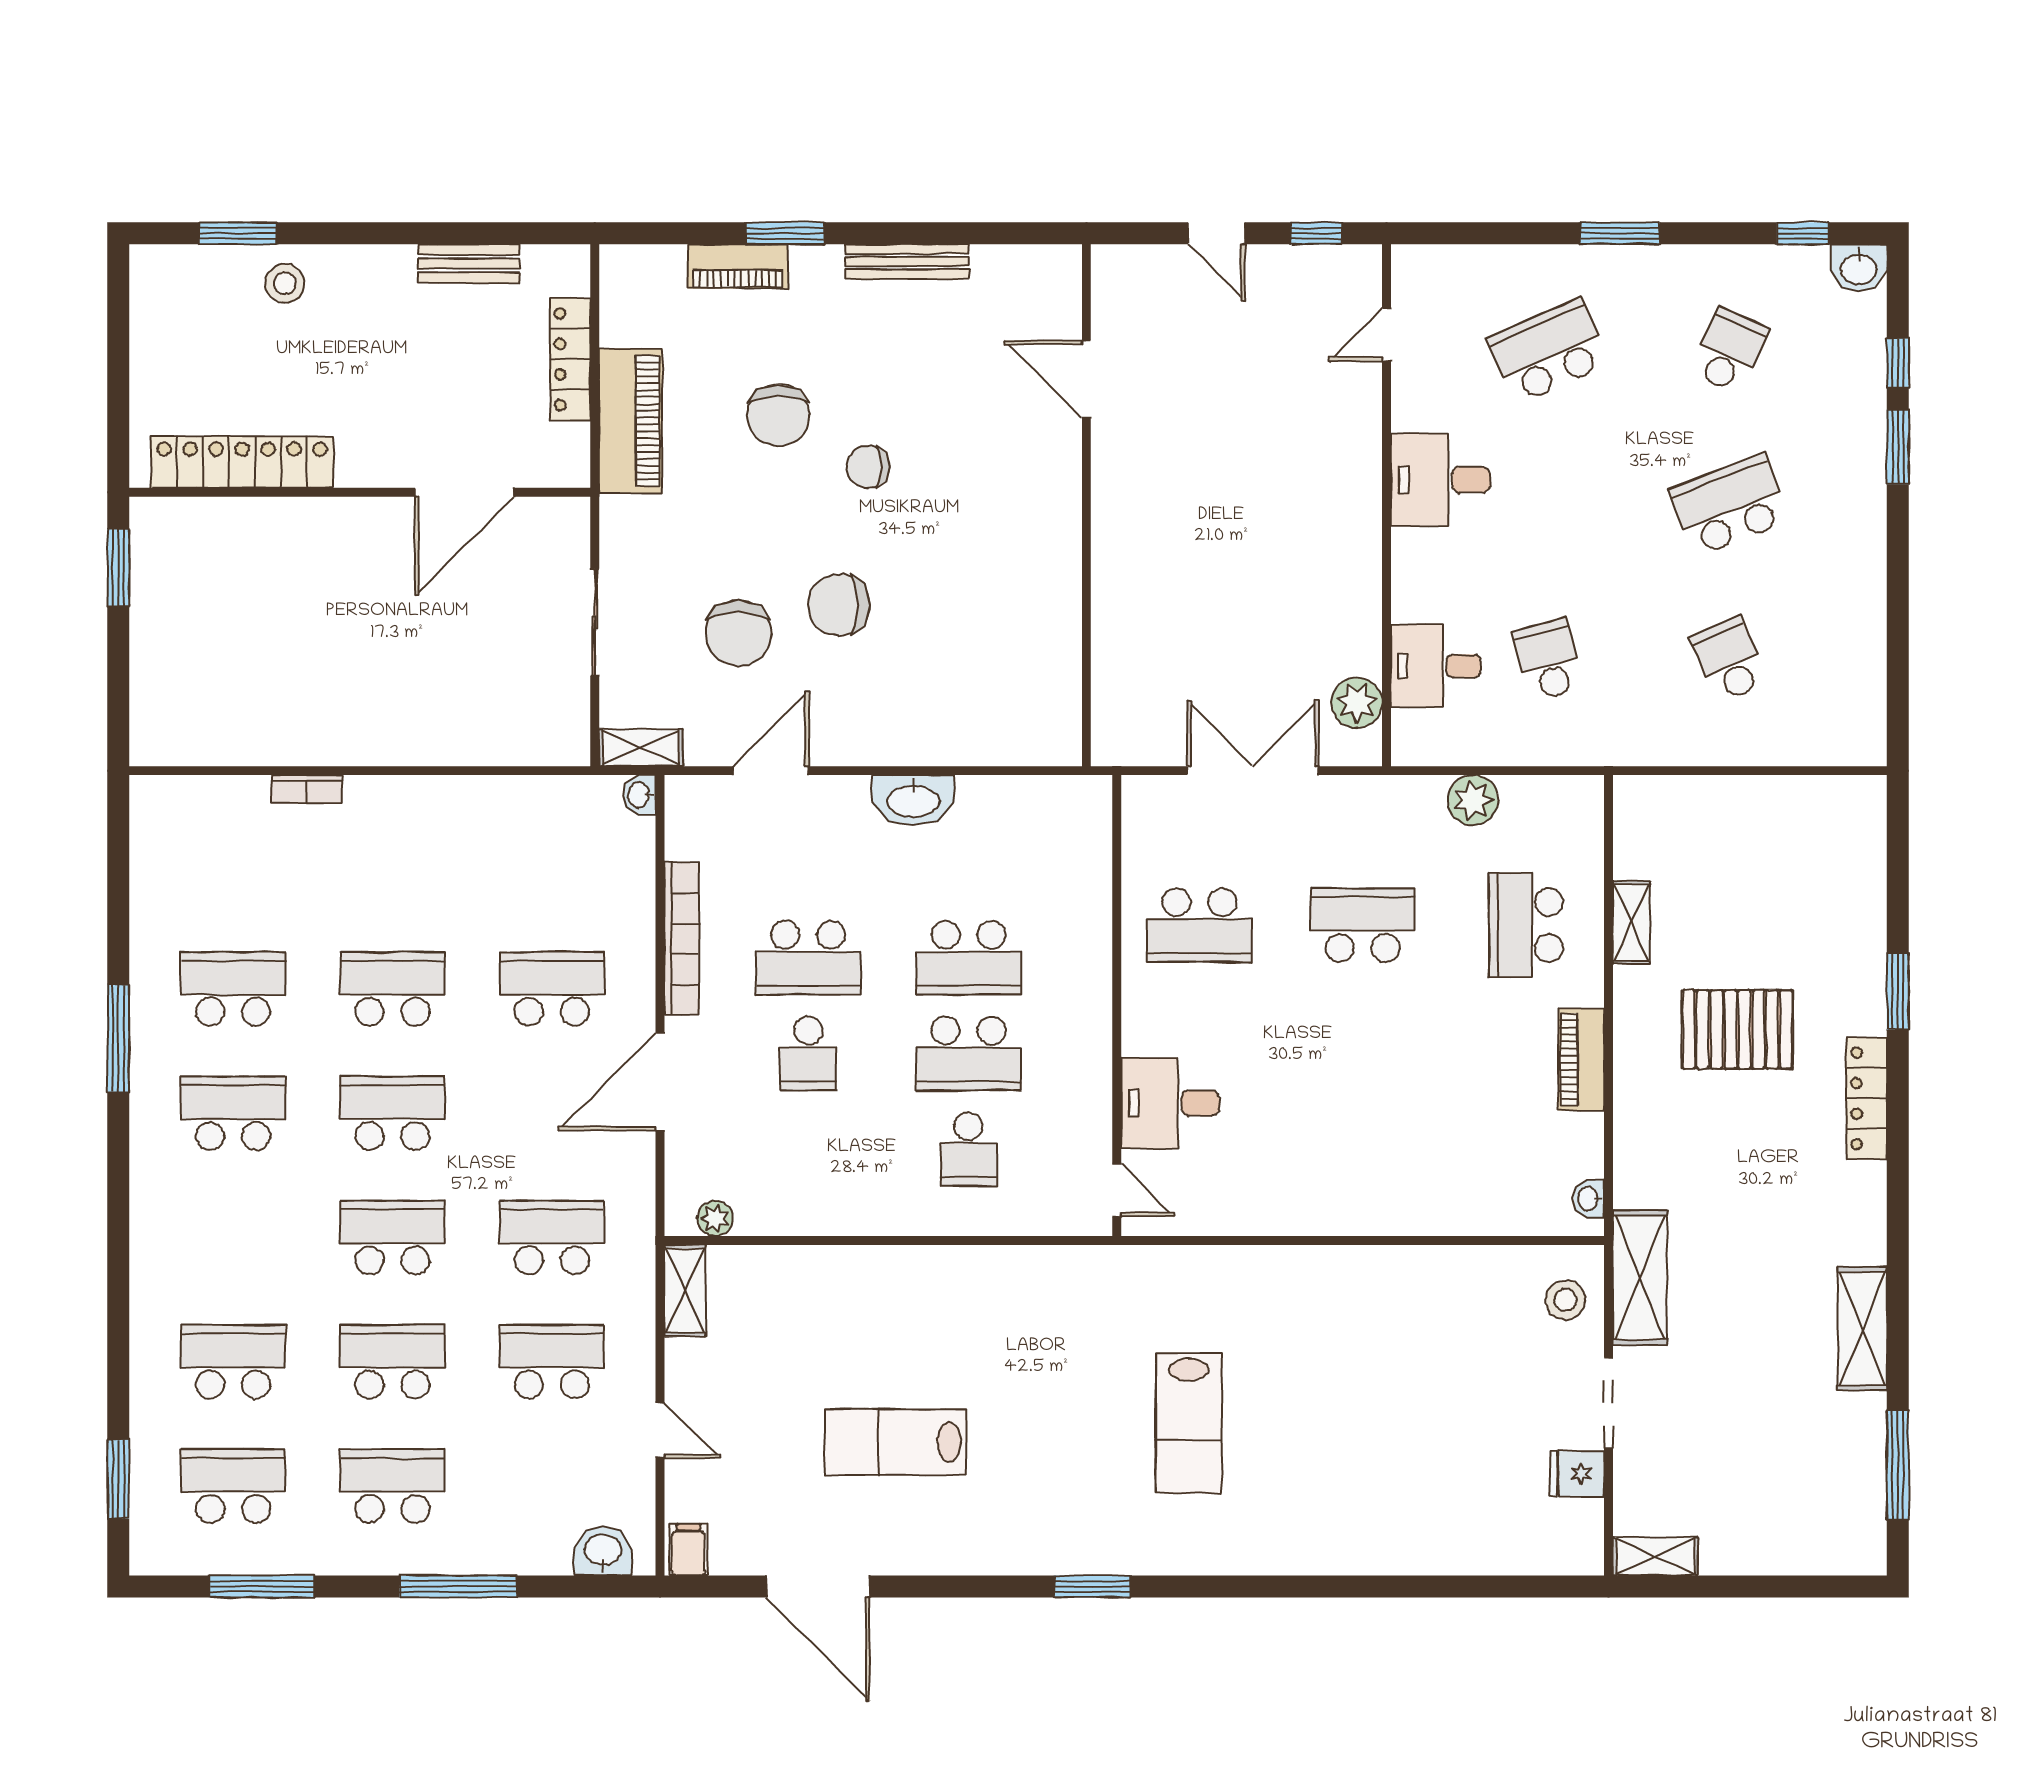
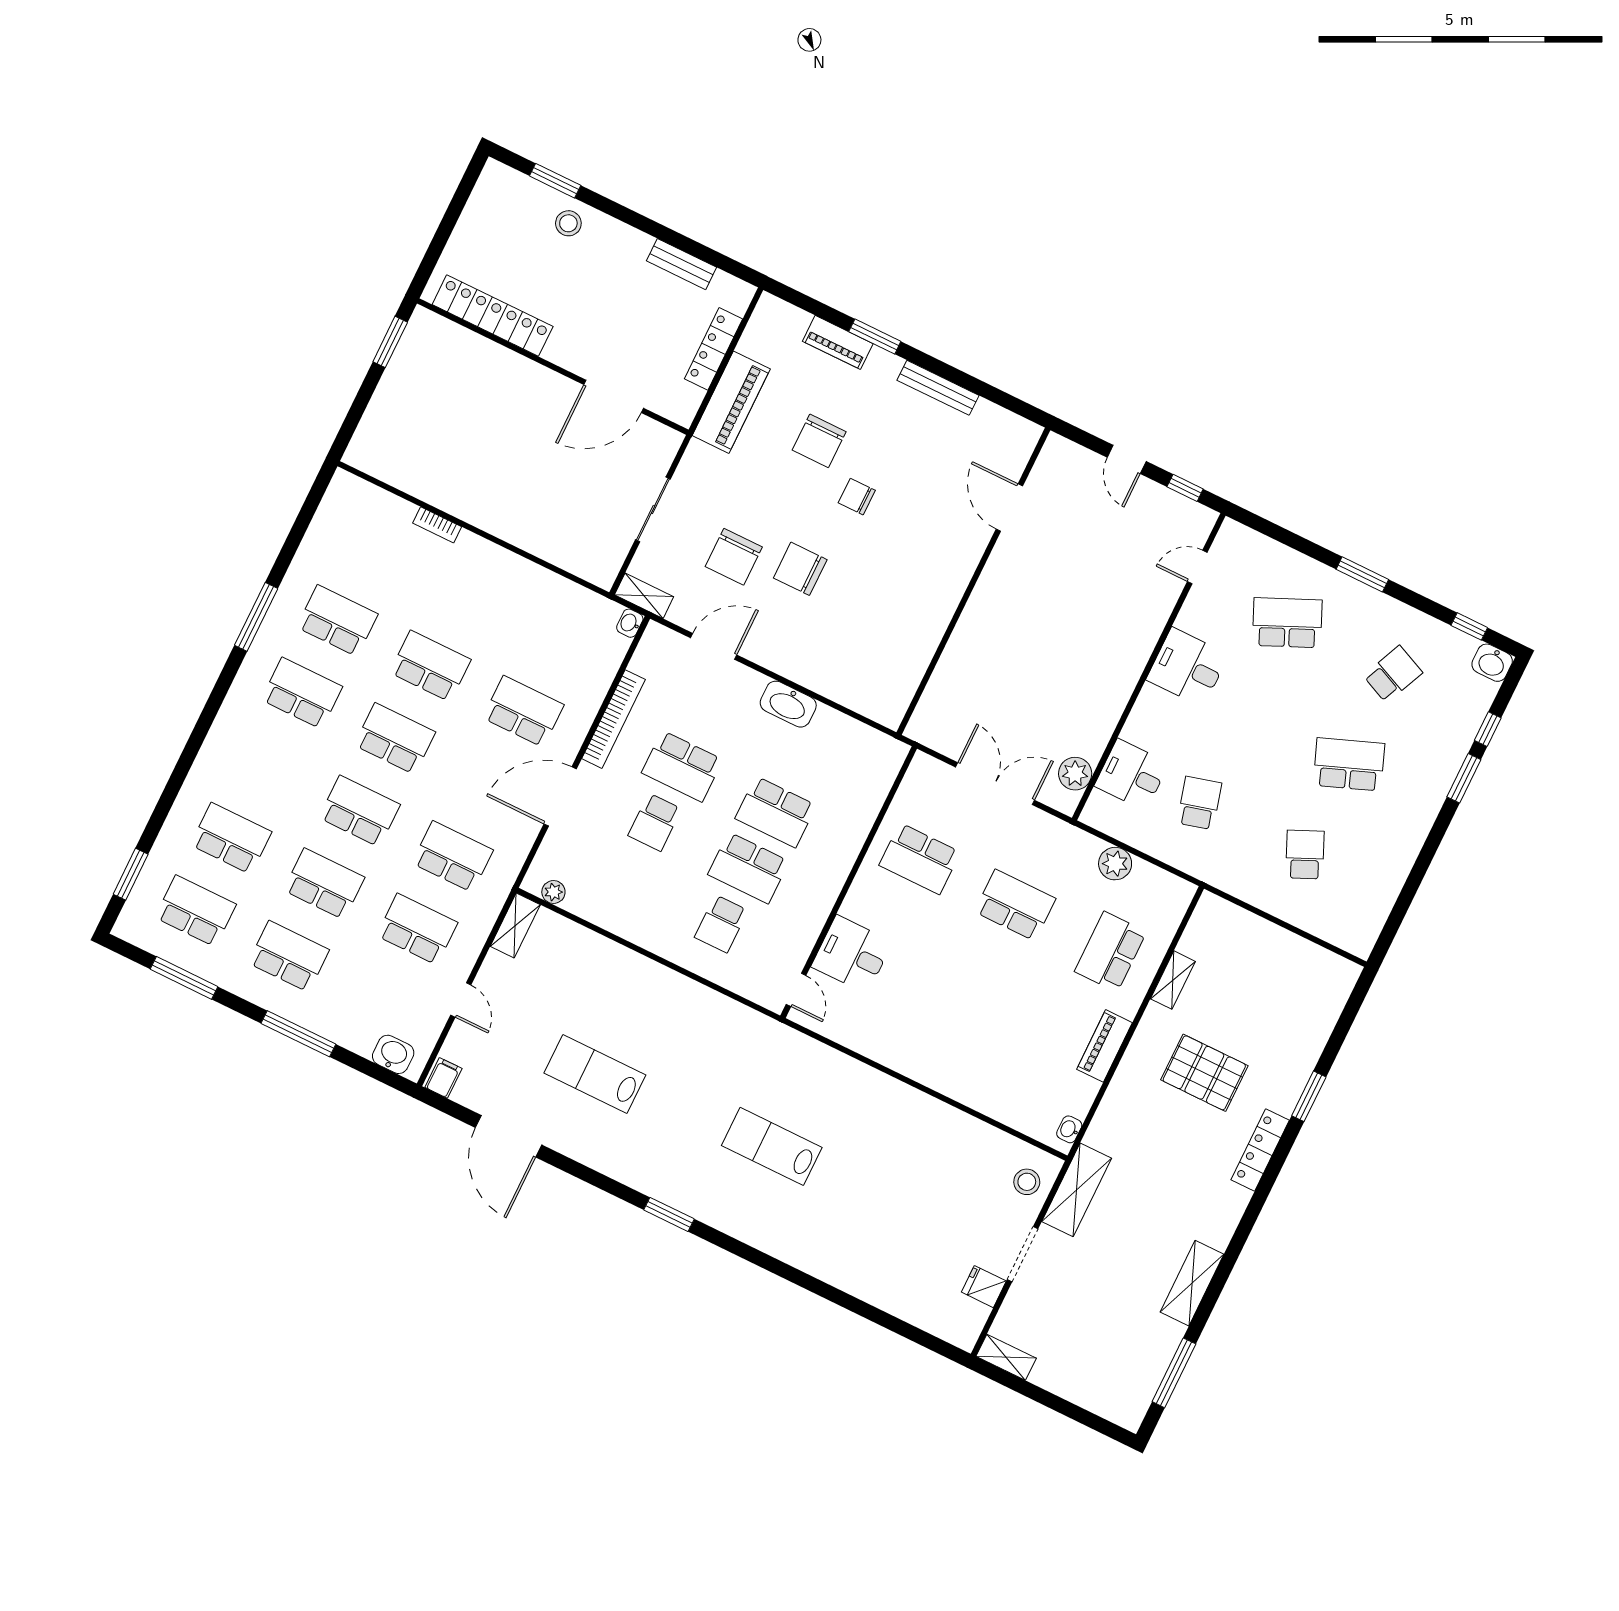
lab bench: (1189, 1423) -> (772, 1146), turned 90

